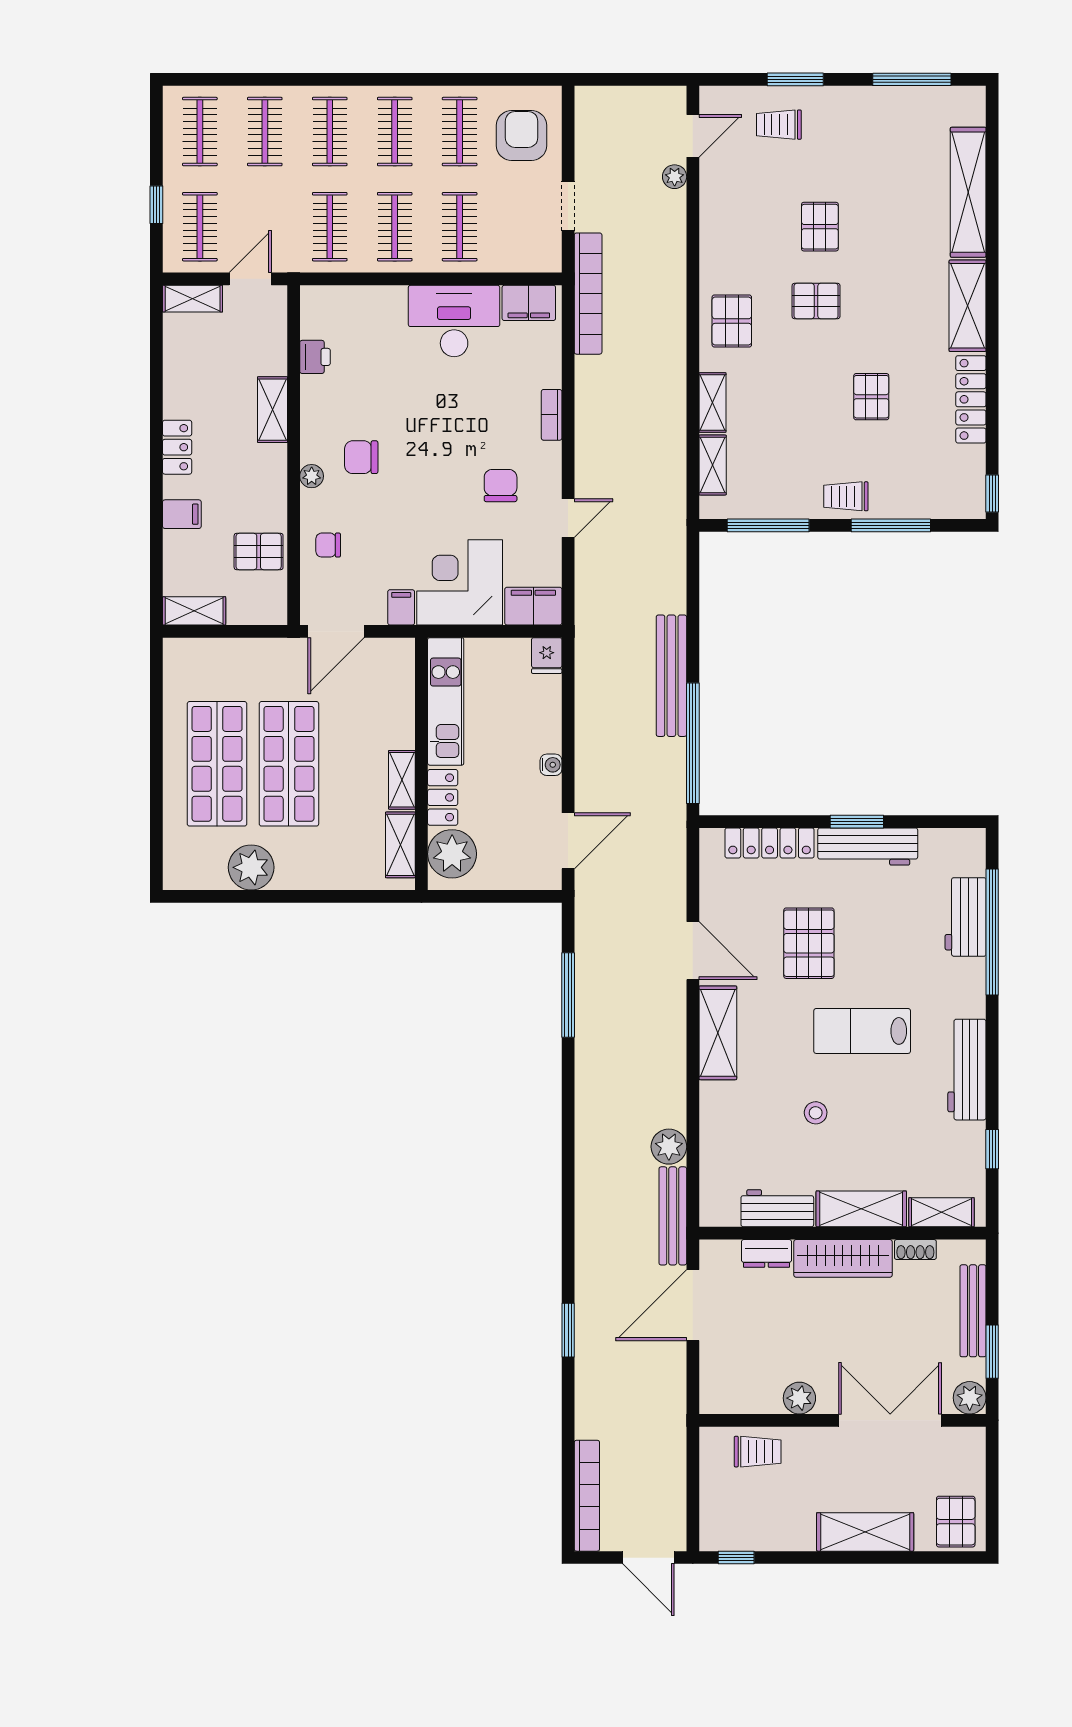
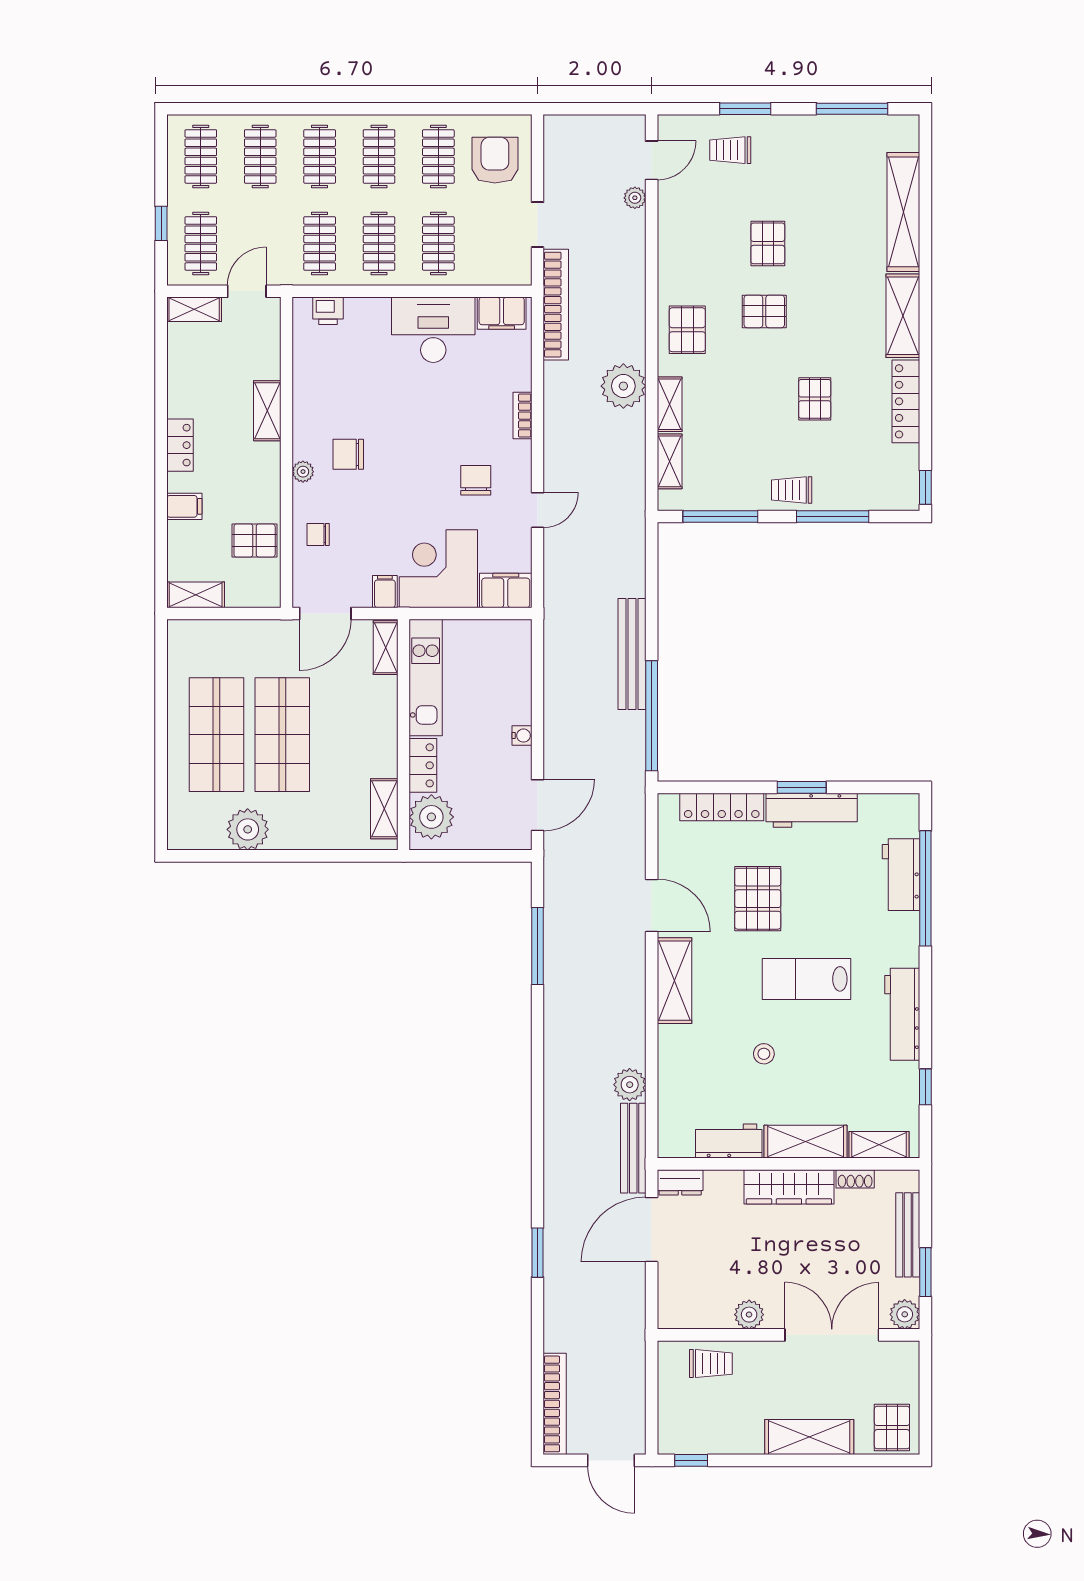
printer: (315, 357) -> (328, 311), moved, turned 90
plant: (662, 383) -> (623, 386), added
fridge: (547, 656) -> (518, 636), removed
shelving: (402, 780) -> (386, 648), moved
dresser: (766, 1253) -> (680, 1182), moved

